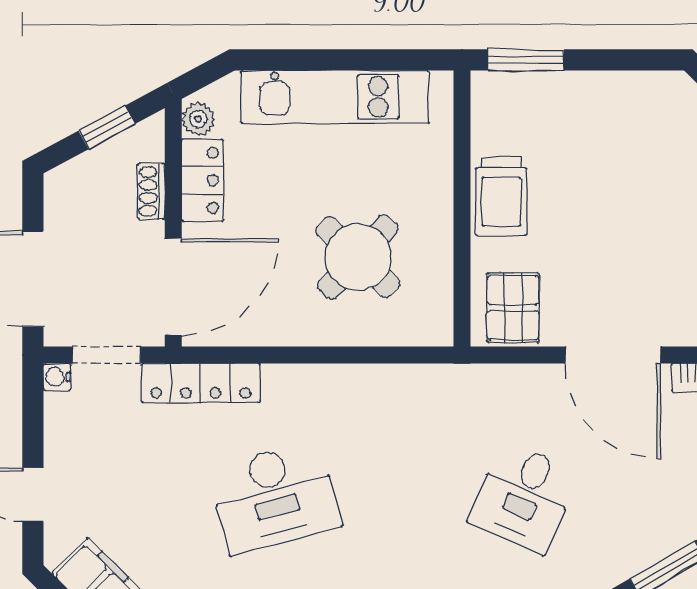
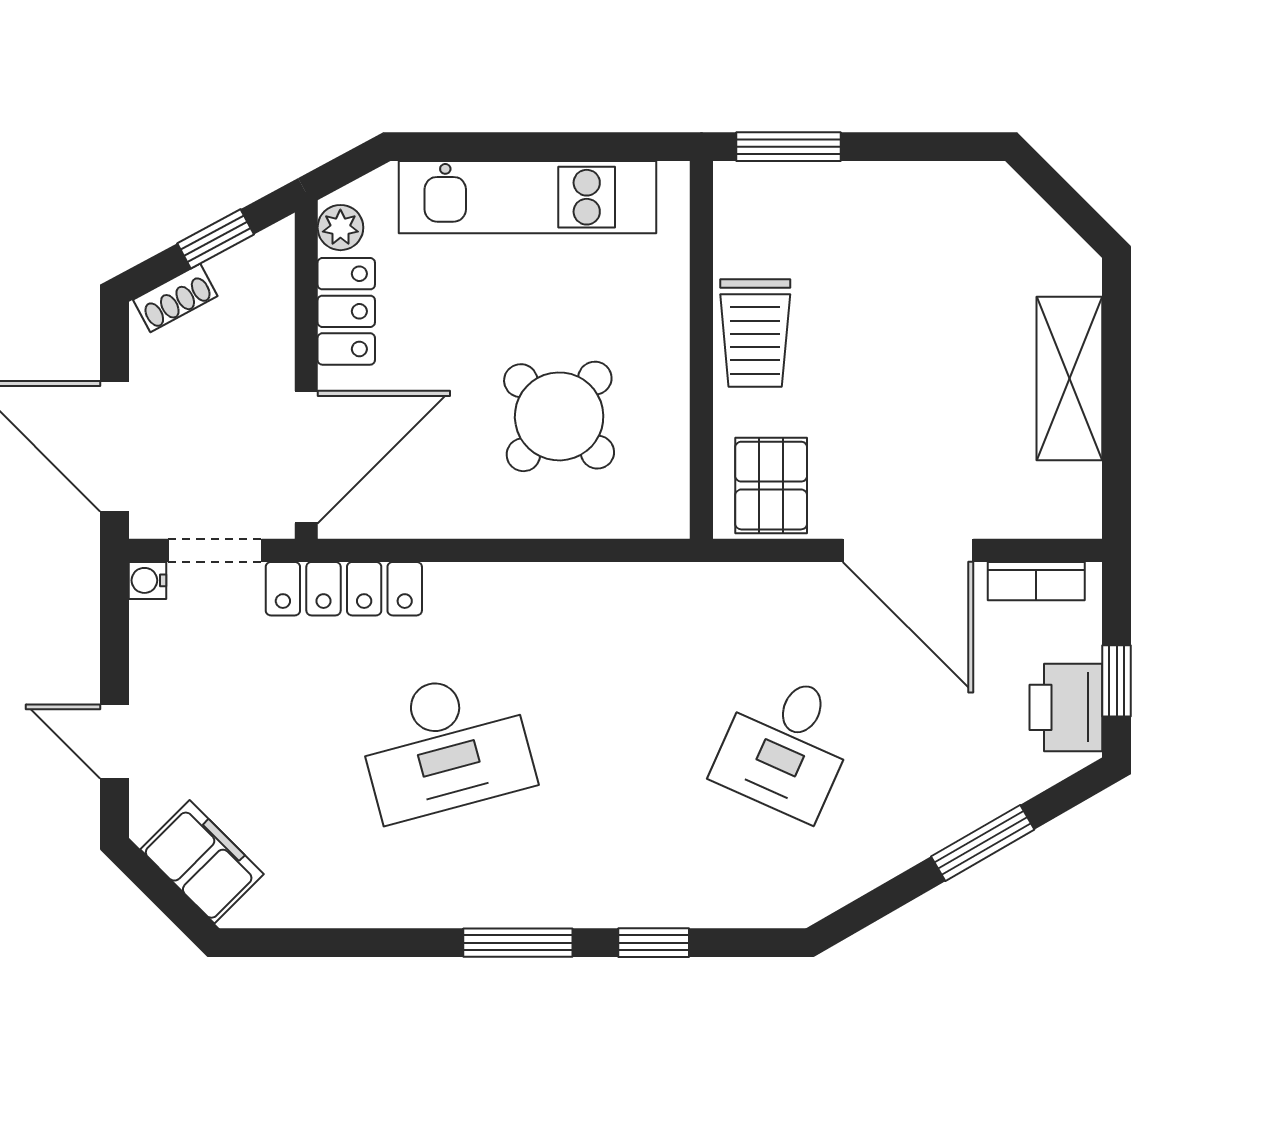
shoe rack: (151, 191) -> (175, 298), moved, turned -118

